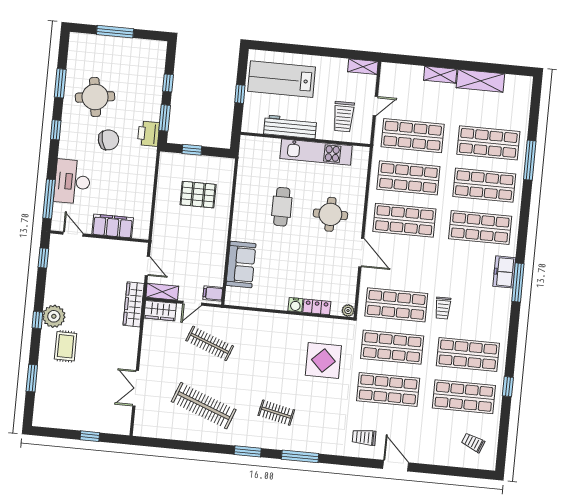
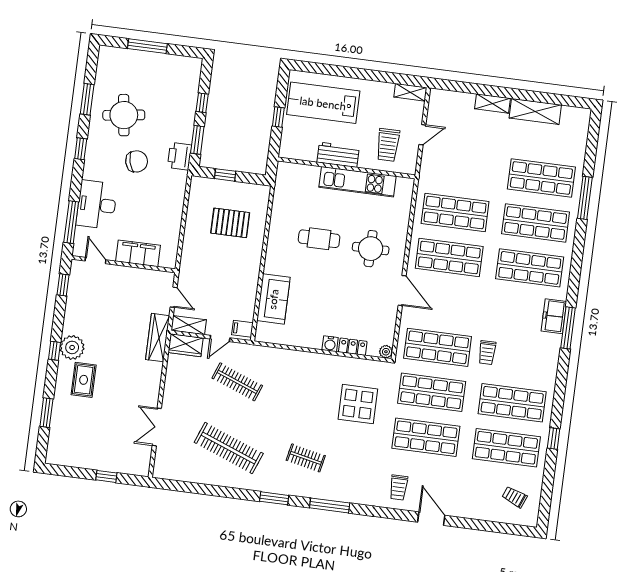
workbench: (290, 127) -> (338, 155), width x0.73
shop shelf: (413, 136) -> (461, 168), removed
cafe table: (282, 207) -> (319, 239), turned 90
trolley: (364, 437) -> (399, 487), turned -90

